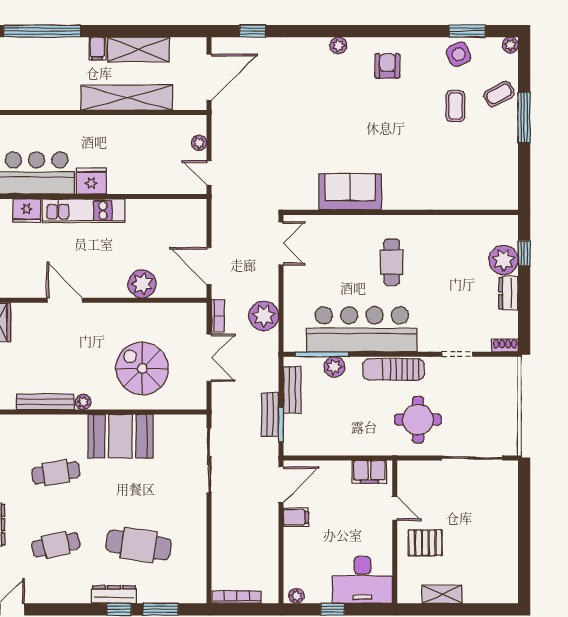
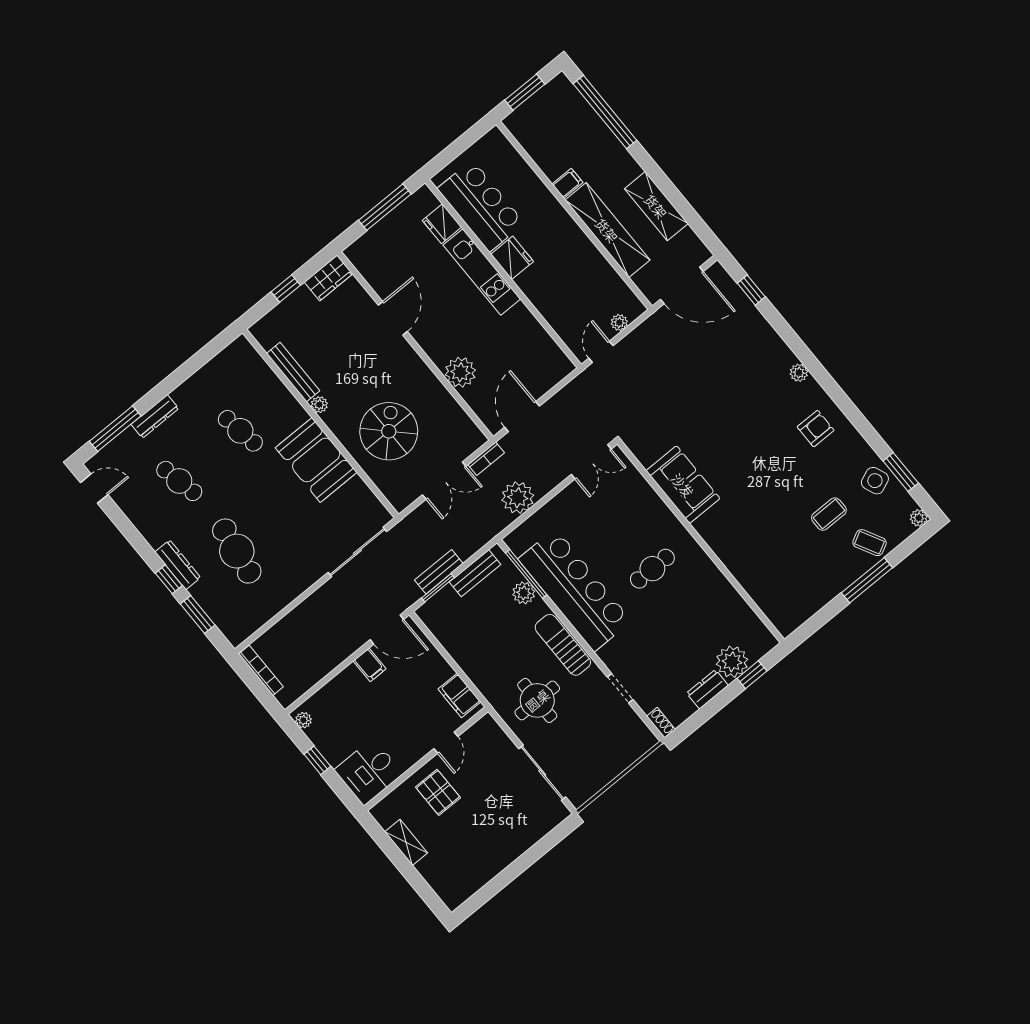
filing cabinet: (97, 48) -> (567, 183), moved, turned 180
desk: (362, 580) -> (369, 772), width x0.73

